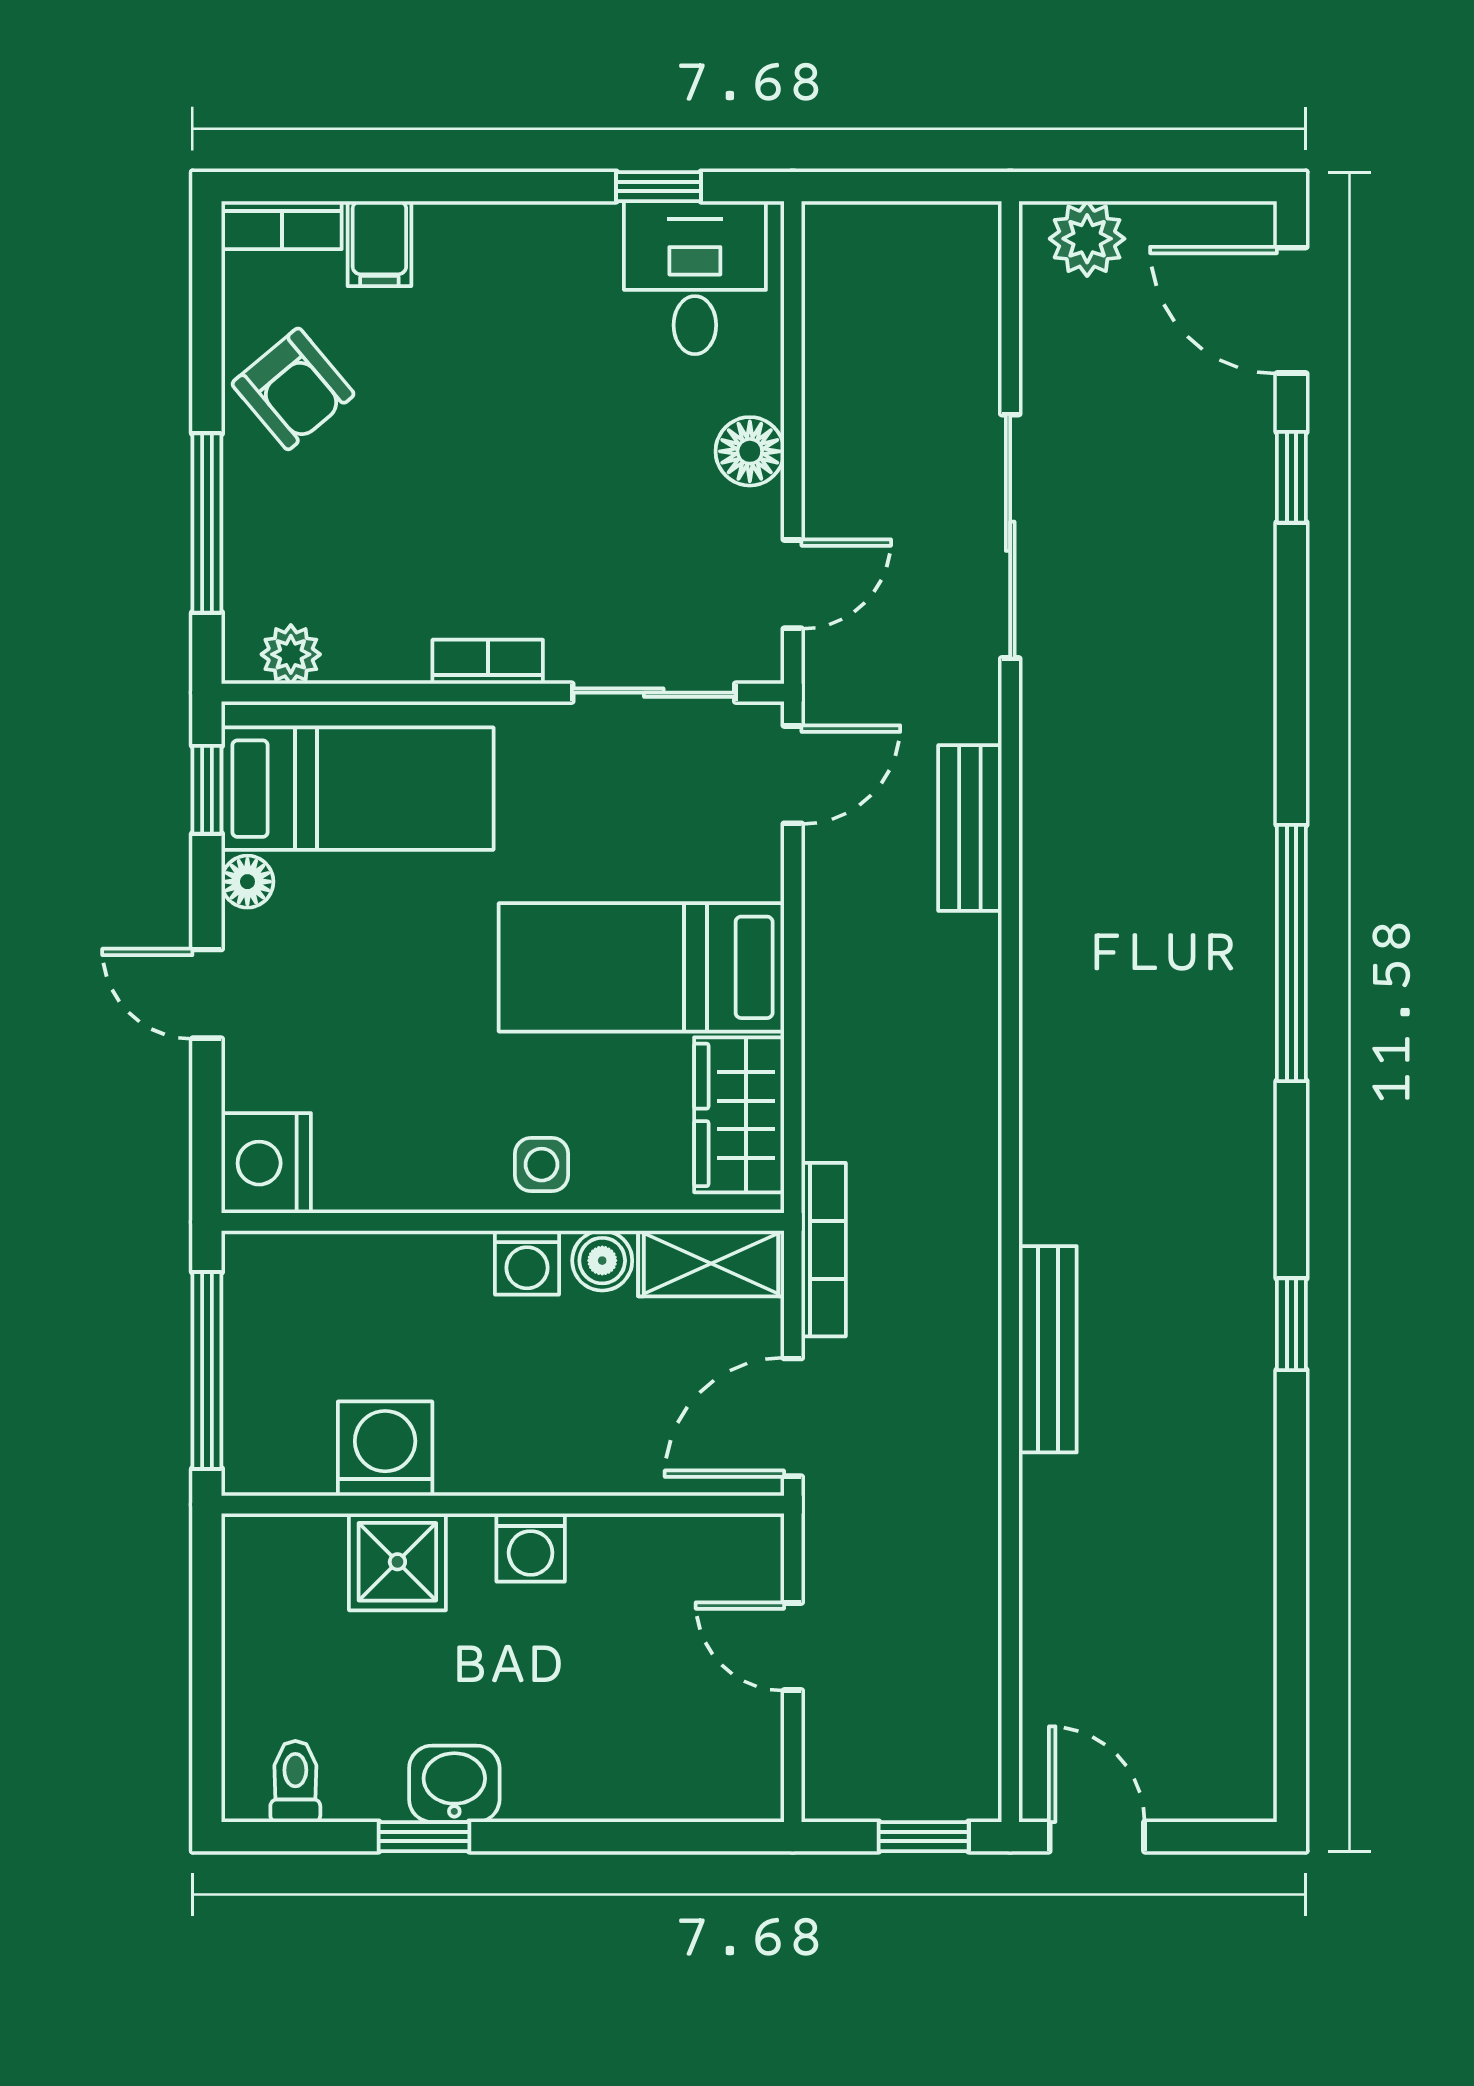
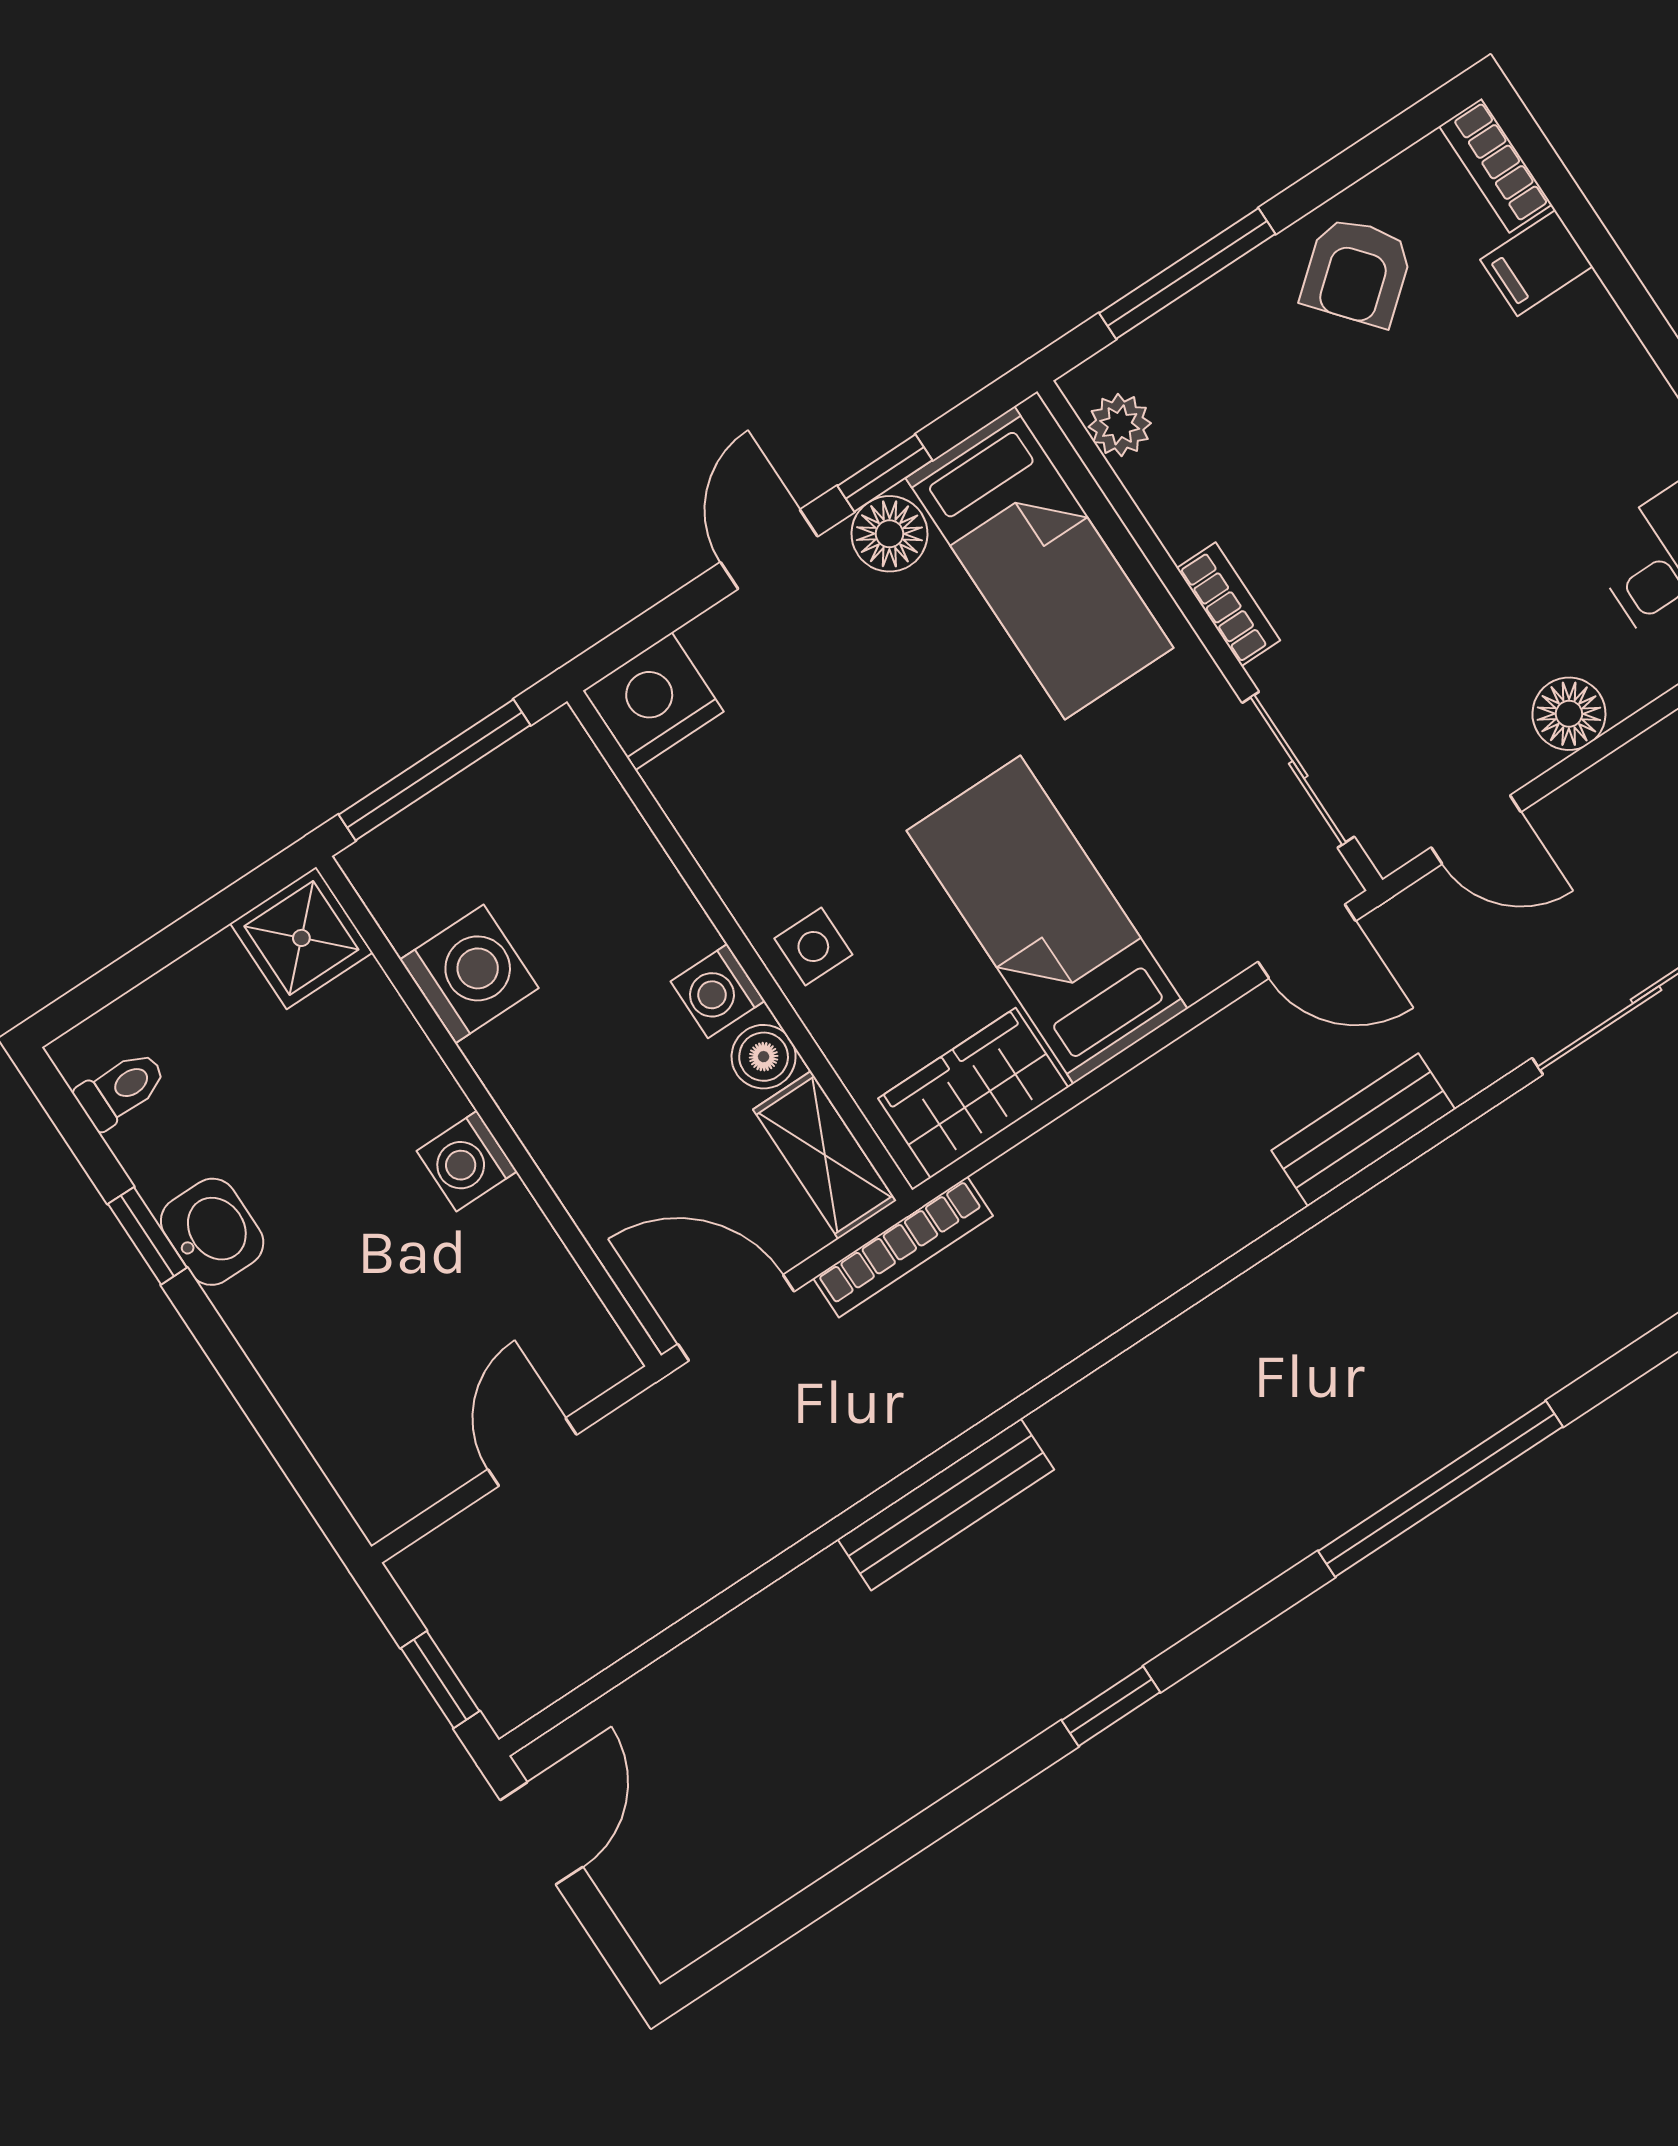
window: (207, 790) -> (885, 473), moved
floor lamp: (247, 882) -> (889, 534), width x1.37, depth x1.37
shower: (397, 1562) -> (301, 938), moved

